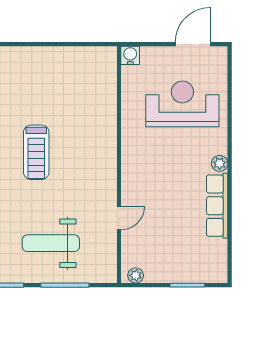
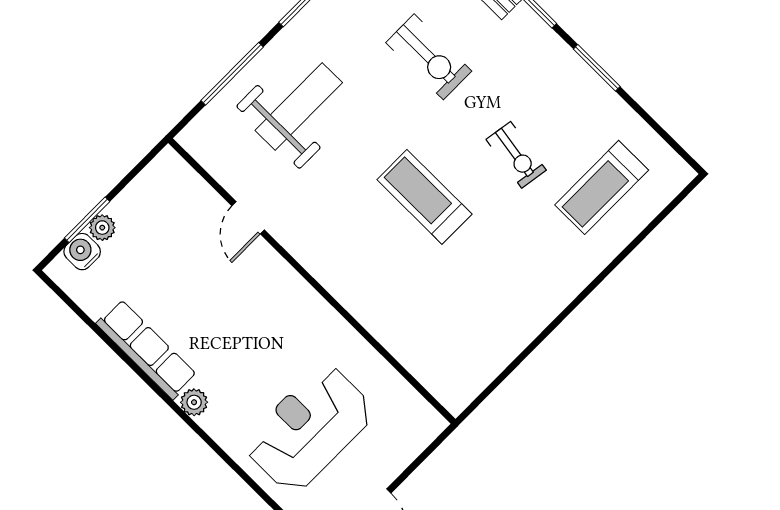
water cooler: (130, 55) -> (82, 252), moved, turned 180
reception desk: (182, 104) -> (309, 428), turned 180
plant: (136, 275) -> (102, 228), moved

